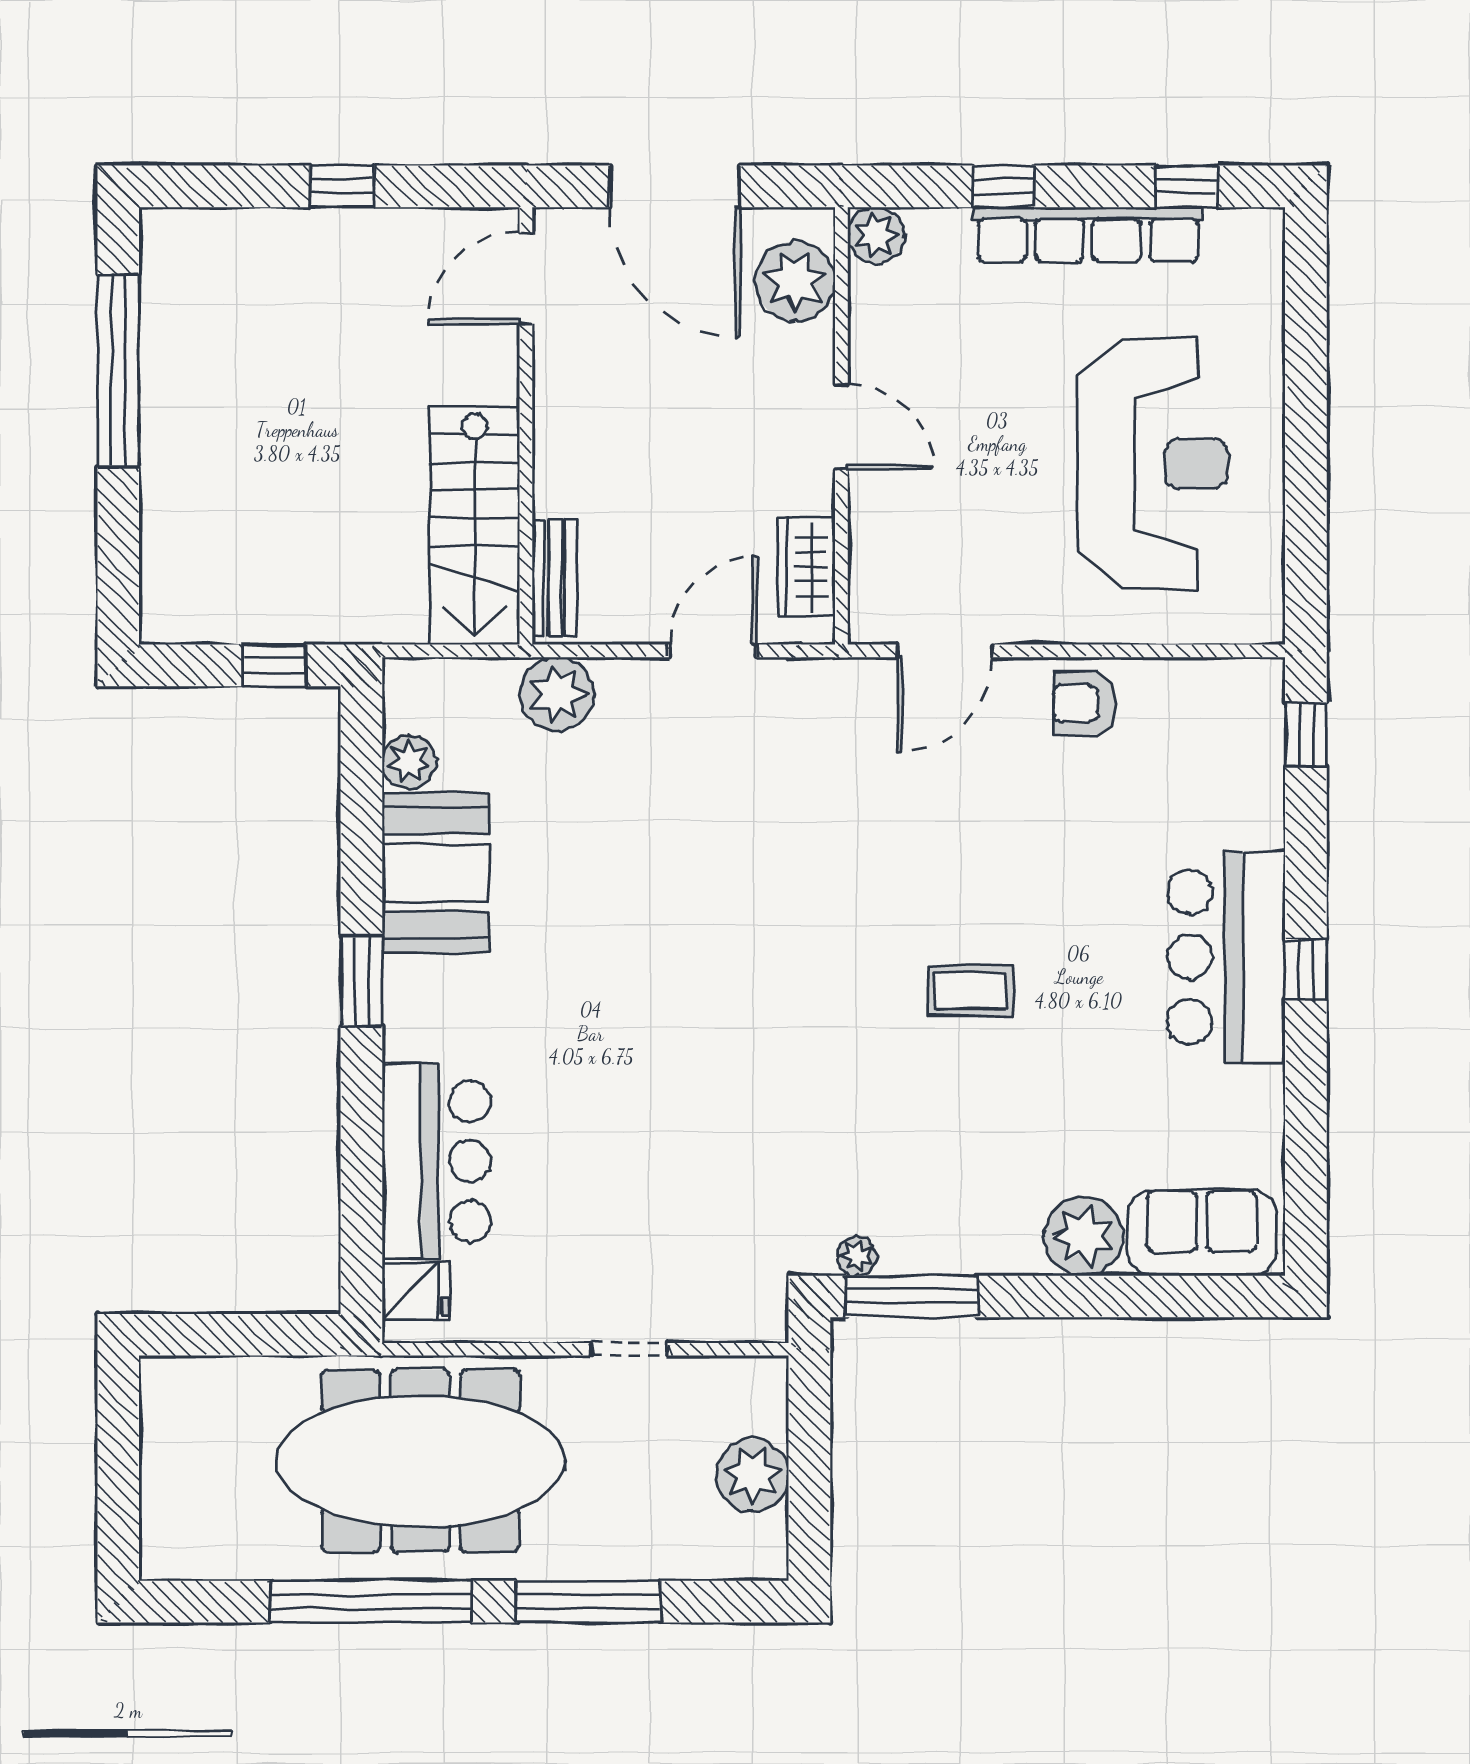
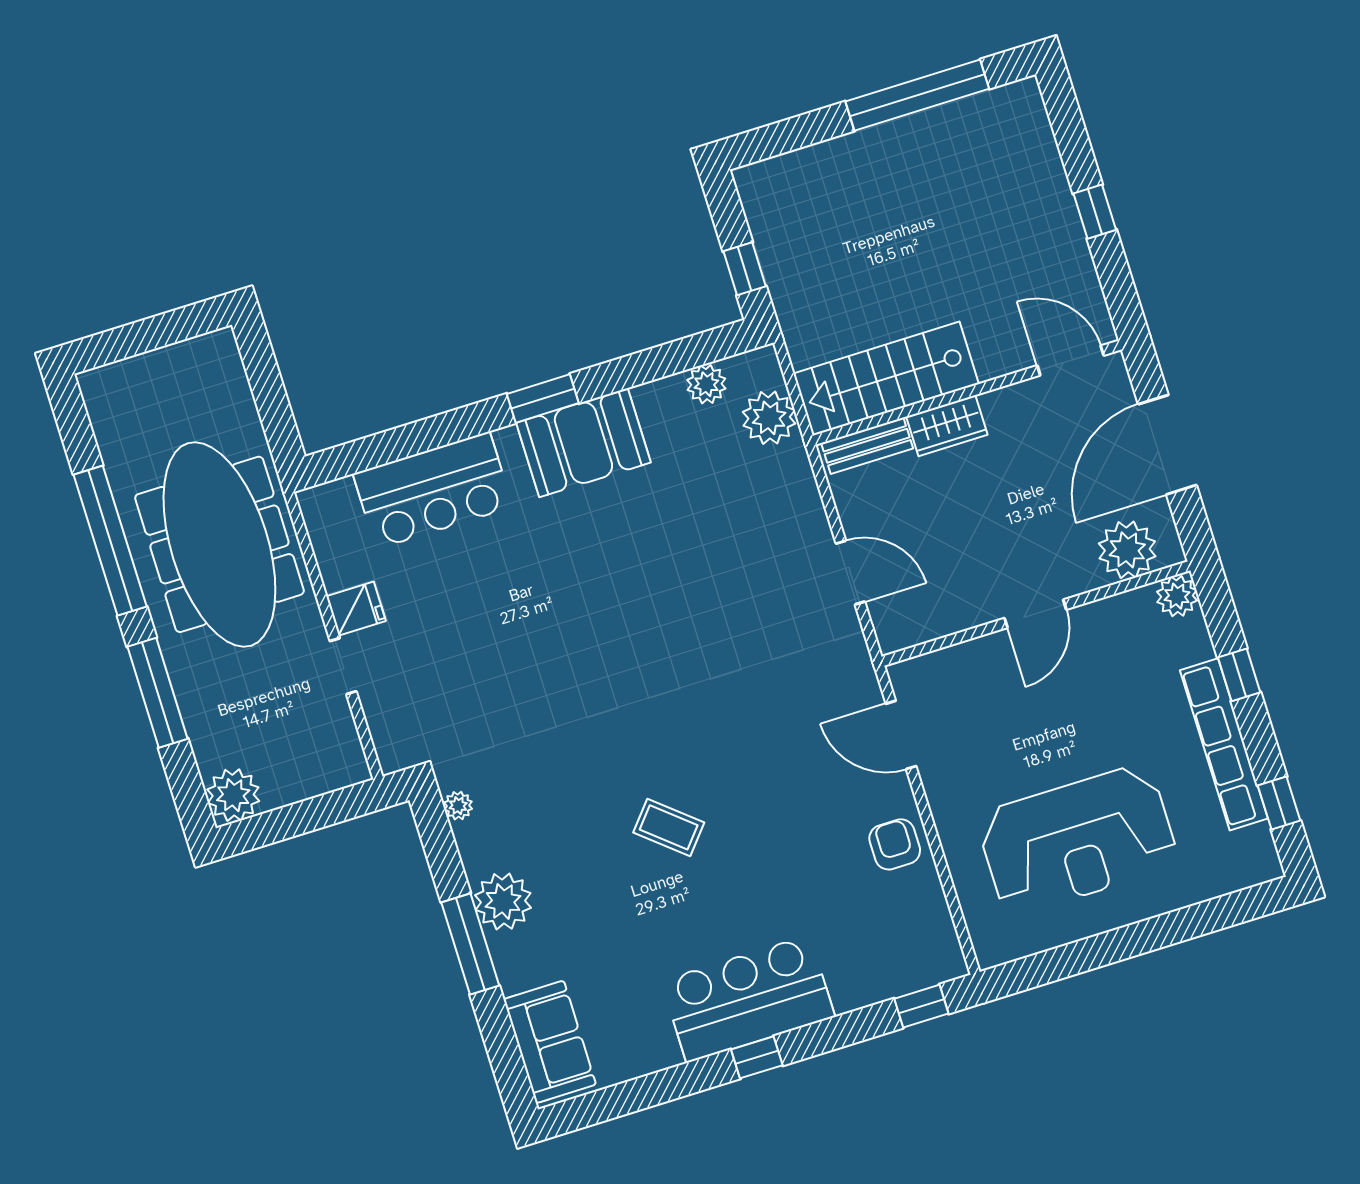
wardrobe: (807, 567) -> (947, 426), moved, turned 180
plant: (557, 694) -> (769, 418), moved
booth: (435, 873) -> (583, 443), moved
coffee table: (971, 991) -> (669, 827), turned -50
plant: (1084, 1236) -> (503, 901), moved
fridge: (416, 1291) -> (356, 609), moved, turned -90
window: (912, 1296) -> (470, 944), moved
plant: (752, 1475) -> (233, 795), moved

